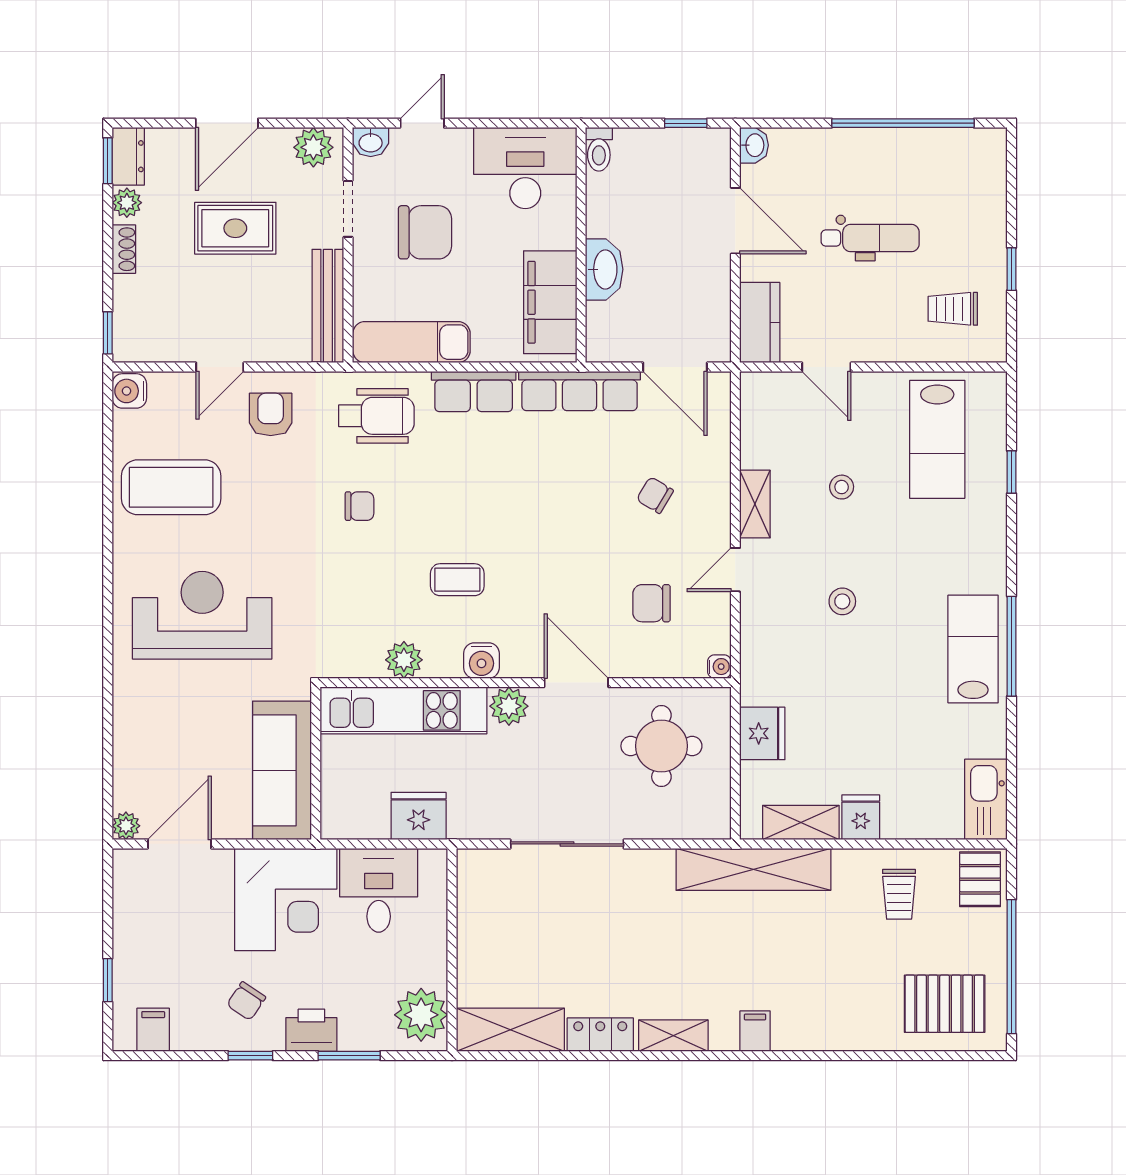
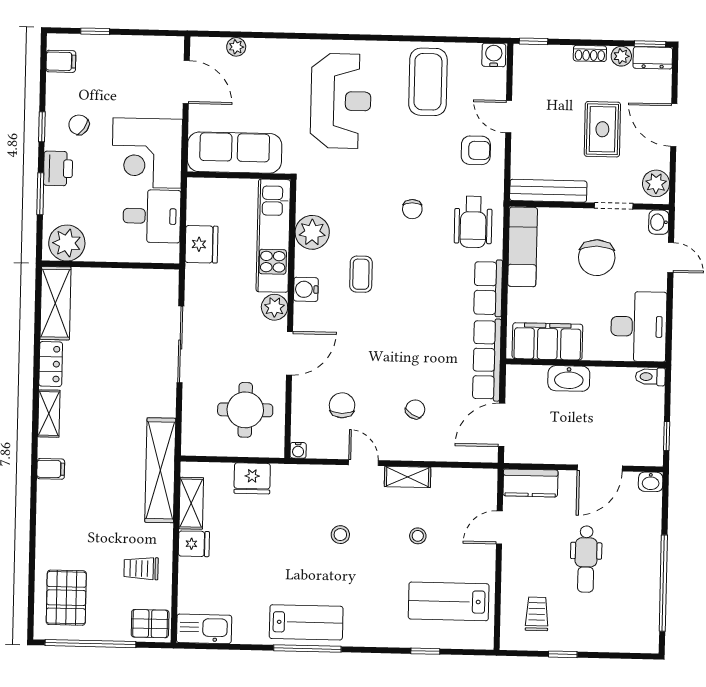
plant: (404, 660) -> (312, 232), width x1.36, depth x1.36
plant: (126, 826) -> (236, 47), moved

